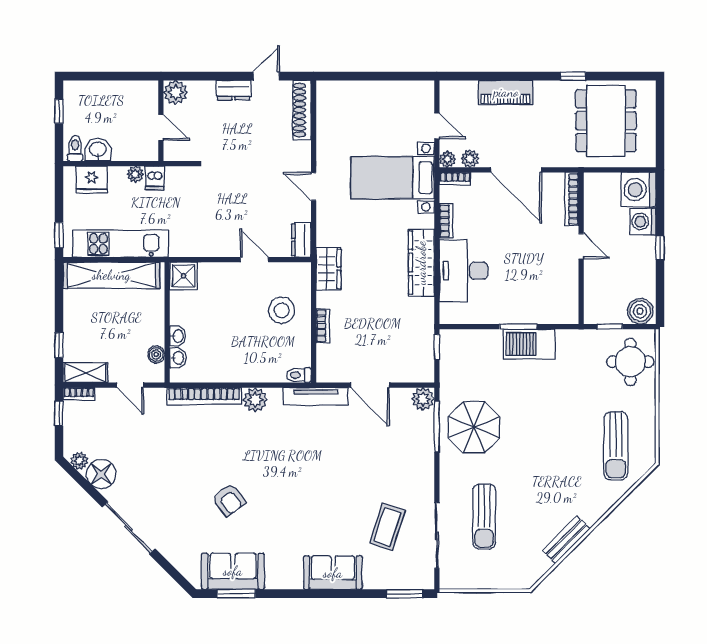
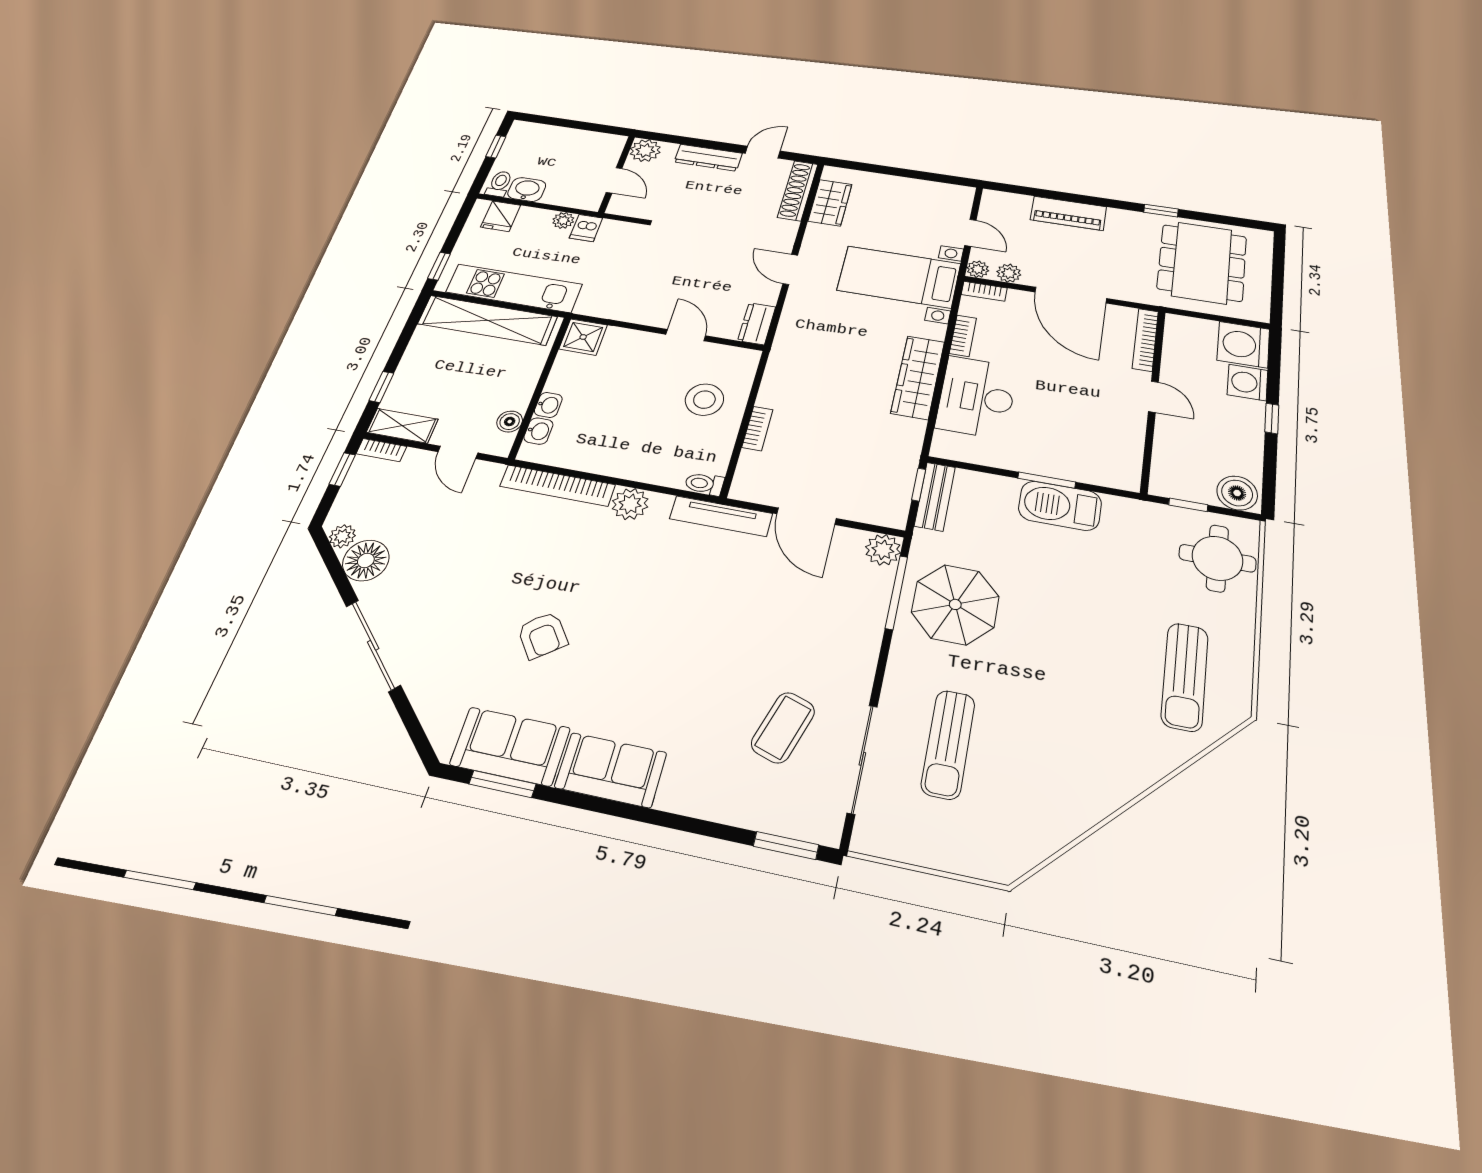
dresser: (234, 90) -> (708, 158), width x1.44
fridge: (92, 180) -> (501, 216), width x0.72
wardrobe: (328, 269) -> (830, 203), moved
bench: (566, 540) -> (935, 496), moved, turned -45
sofa: (333, 573) -> (611, 770), moved

